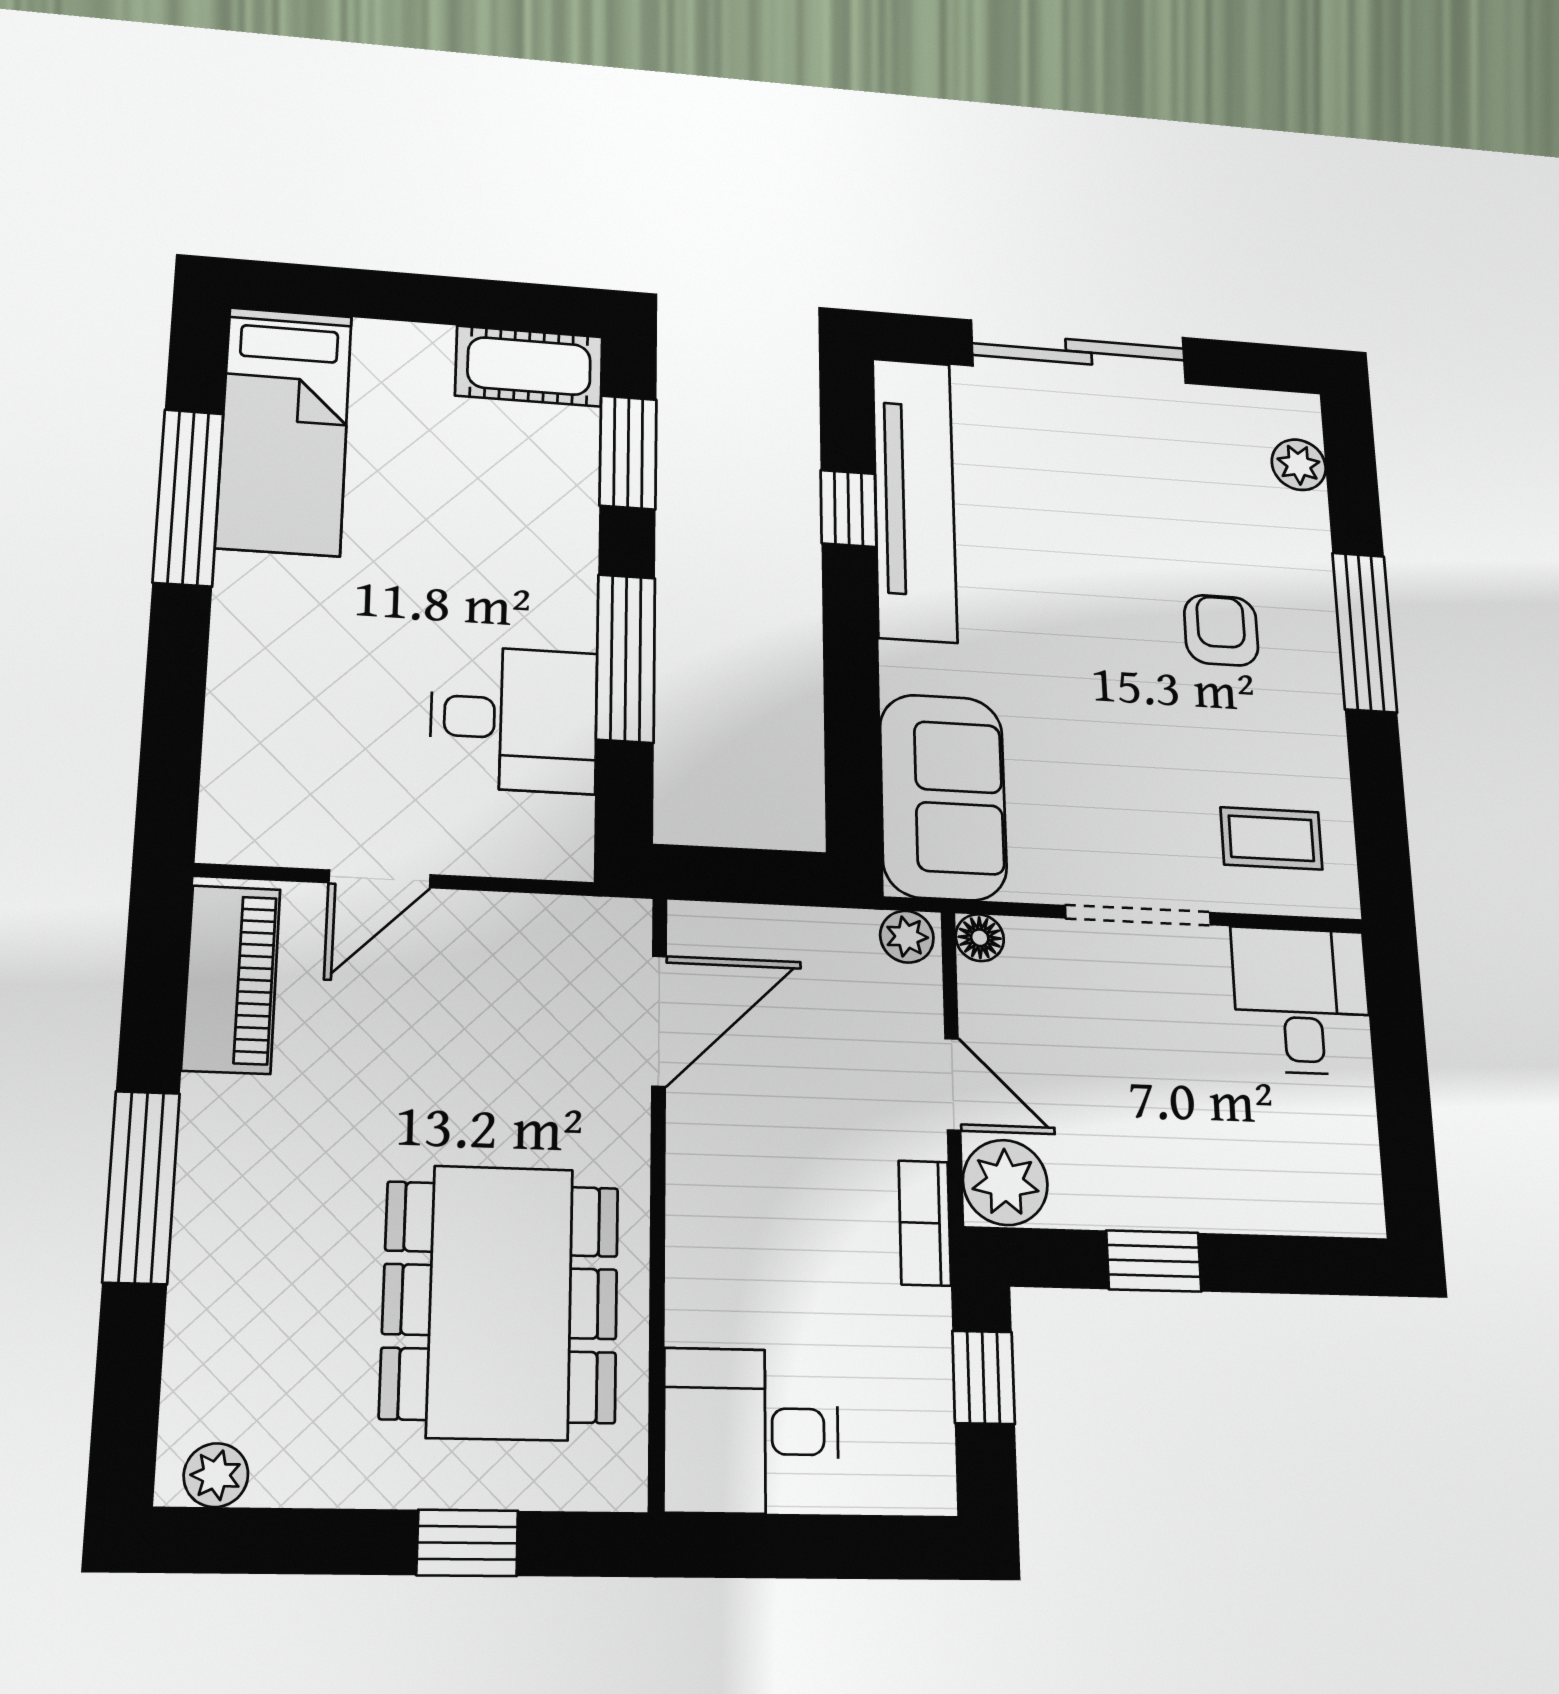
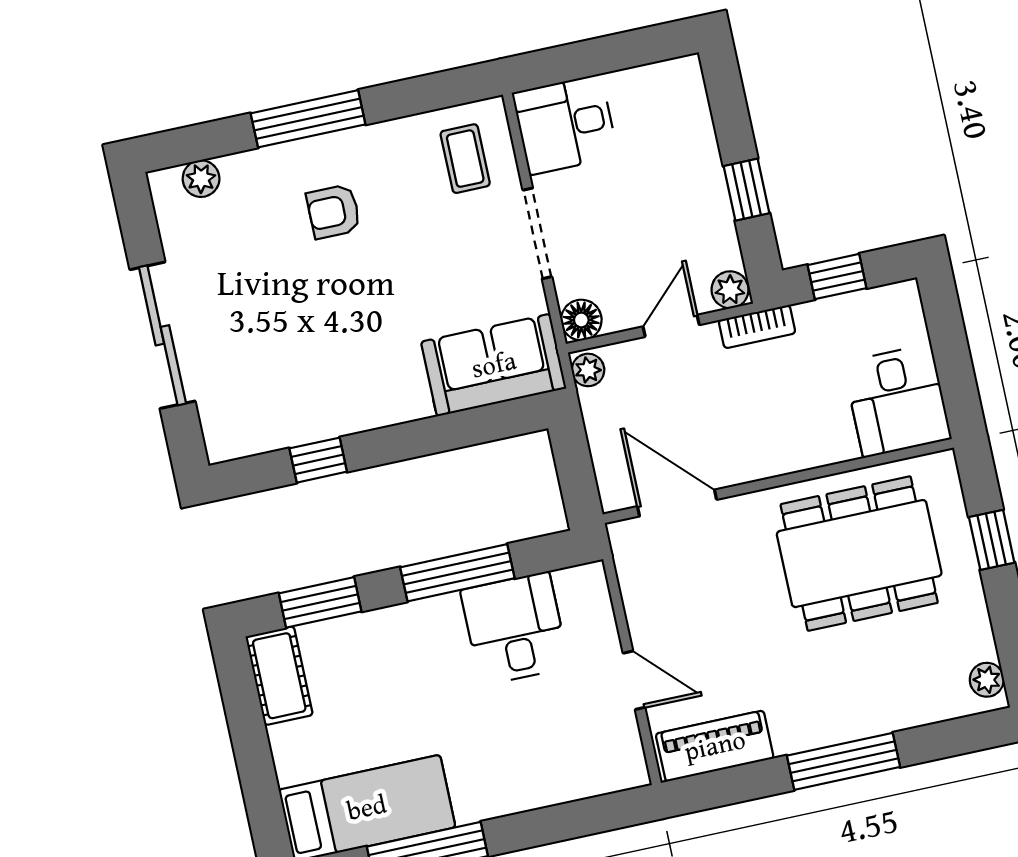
tv unit: (914, 499) -> (299, 421), removed
floor lamp: (980, 938) -> (581, 320), width x1.37, depth x1.37
plant: (1005, 1182) -> (730, 290), width x0.73, depth x0.73

